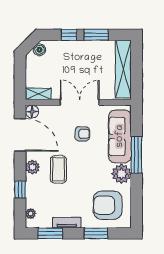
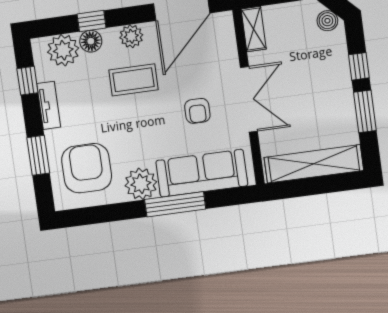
floor lamp: (32, 112) -> (91, 41), moved
plant: (30, 214) -> (63, 50), width x1.87, depth x1.87
window: (50, 233) -> (27, 81), width x0.67

